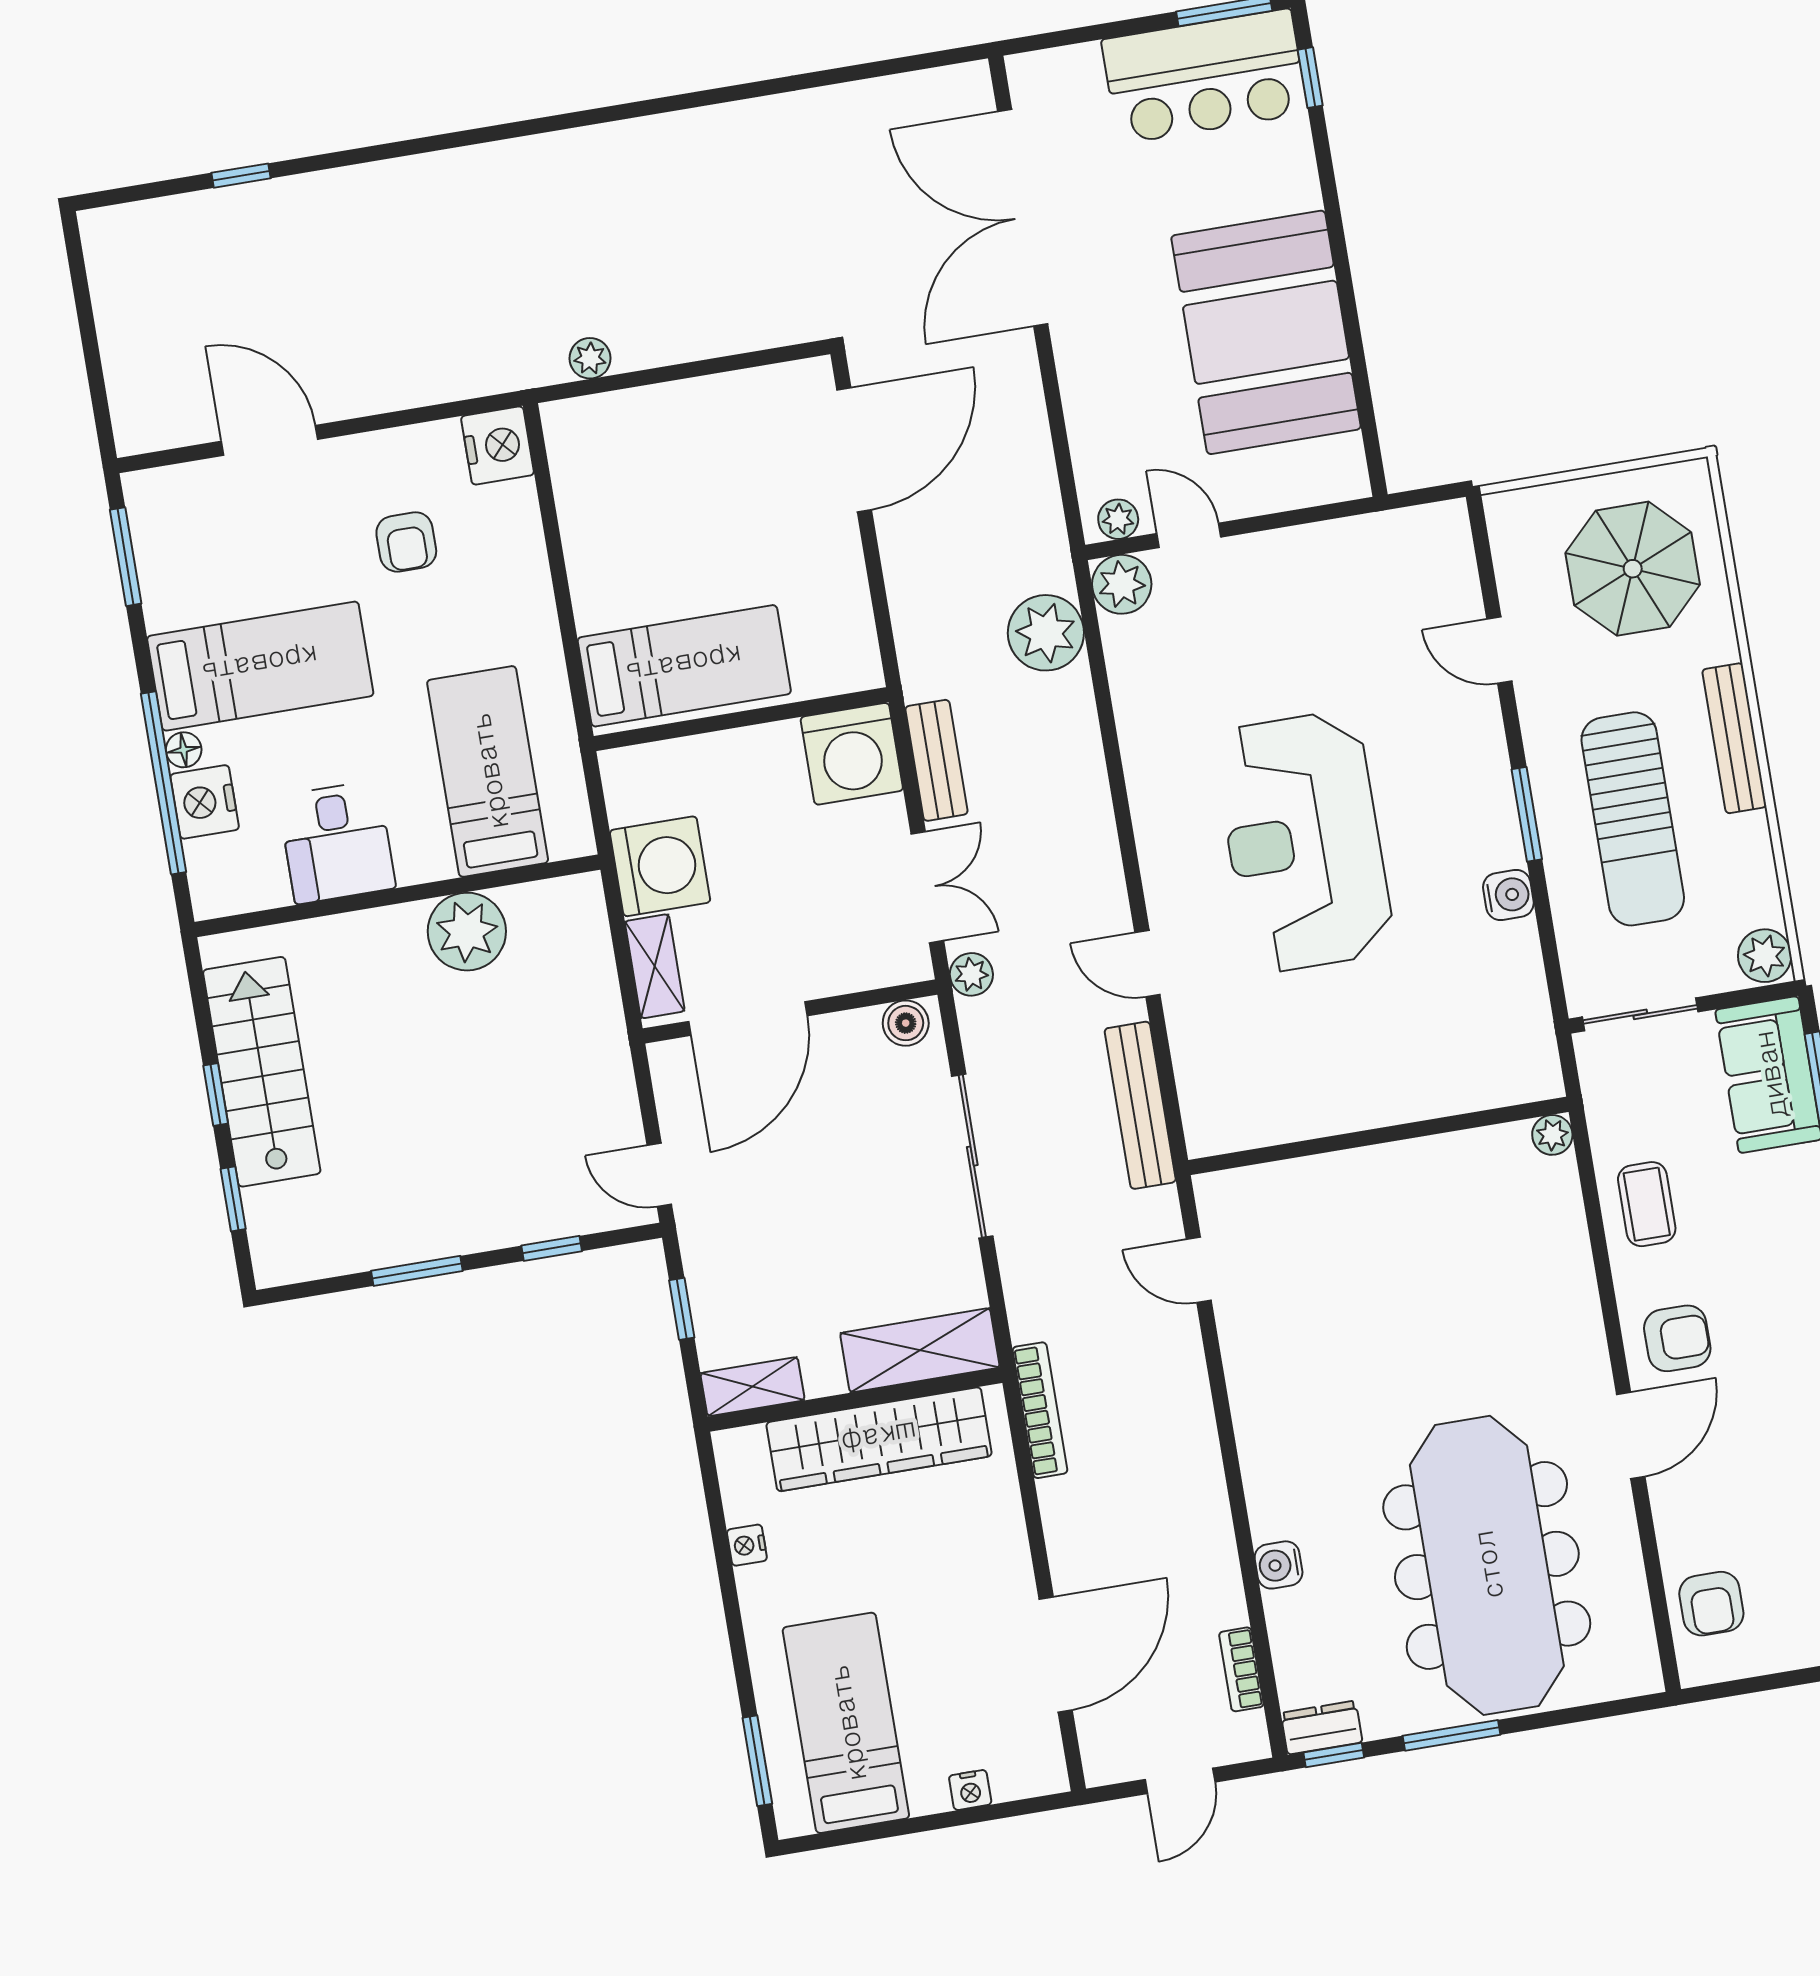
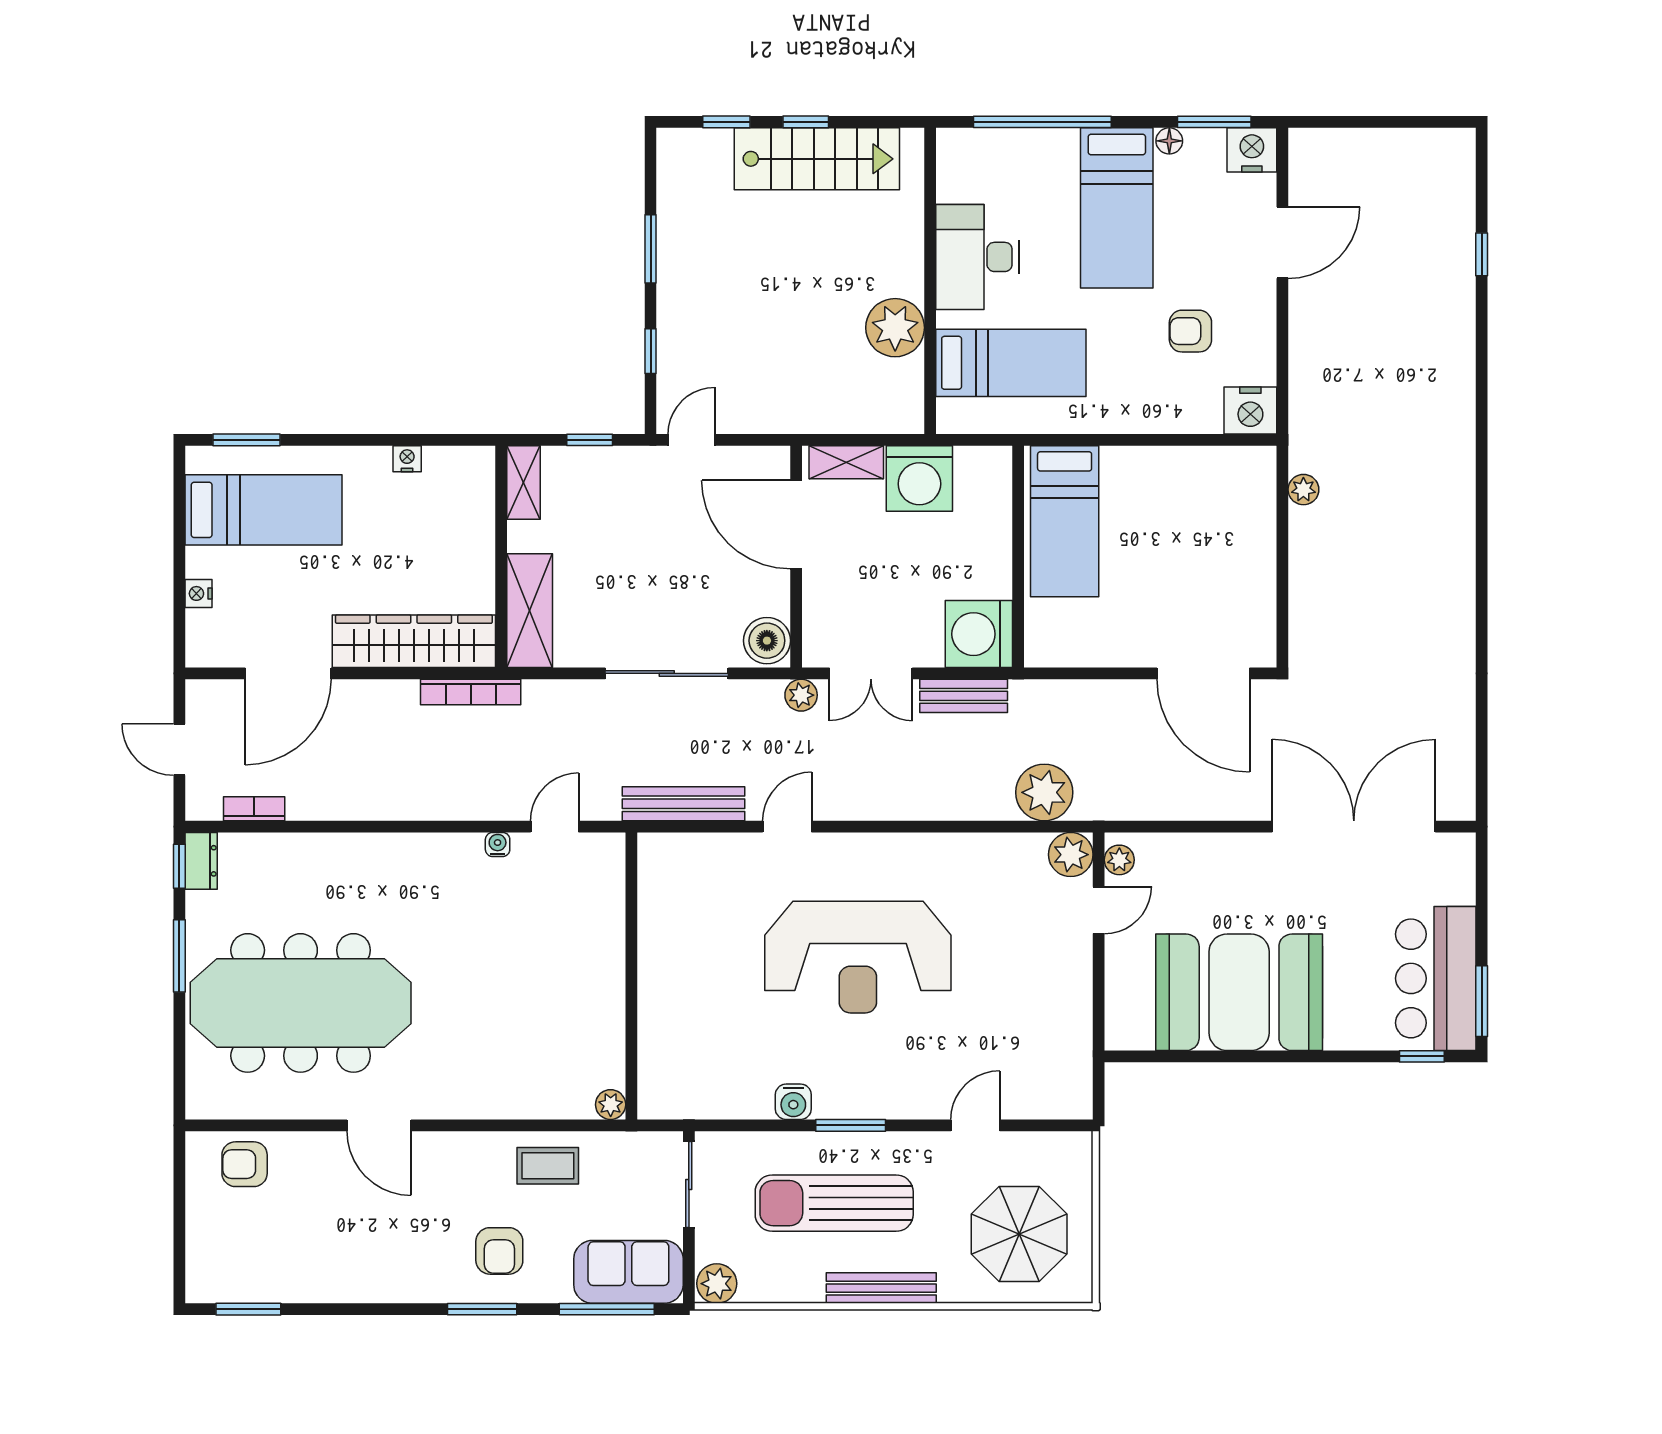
floor lamp: (184, 750) -> (1169, 141), moved
nightstand: (205, 802) -> (1252, 150), moved
desk: (337, 842) -> (977, 257), width x1.37
reception desk: (1304, 842) -> (858, 957), turned 180
boiler: (906, 1023) -> (767, 641), width x1.36, depth x1.36
armchair: (1677, 1338) -> (499, 1251), moved
wardrobe: (879, 1439) -> (414, 641), moved, turned 90
water cooler: (1279, 1565) -> (498, 844), moved, width x0.72, depth x0.72
door: (1056, 1654) -> (288, 673), hinge flipped

